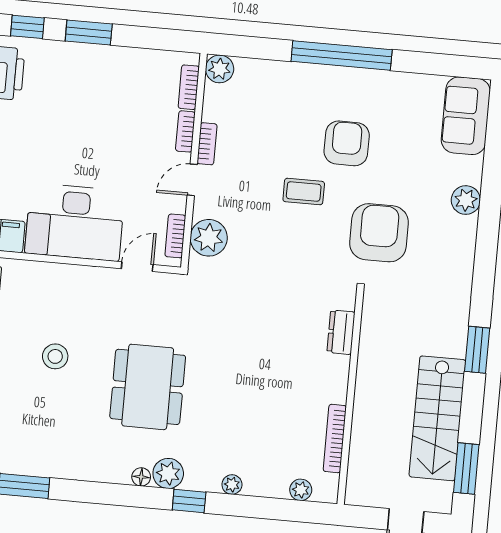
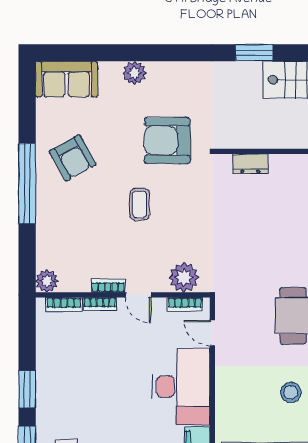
armchair: (347, 143) -> (73, 158), moved, turned -119

